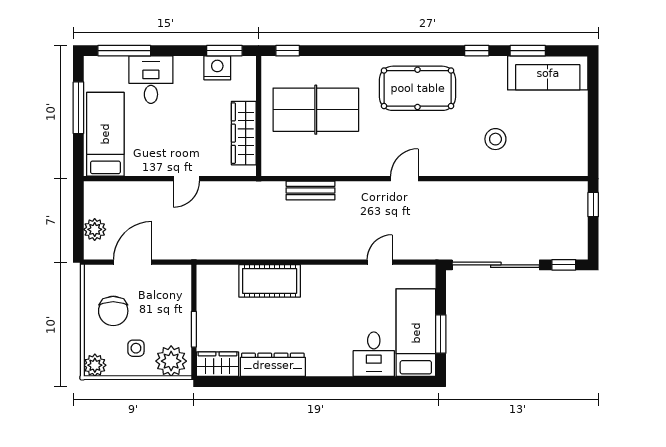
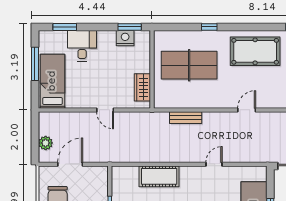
window: (124, 51) -> (65, 27), width x0.69
window: (288, 51) -> (209, 27), moved
wardrobe: (244, 133) -> (142, 87), width x0.67
door: (186, 179) -> (105, 110), hinge flipped
door: (380, 262) -> (214, 164), moved

